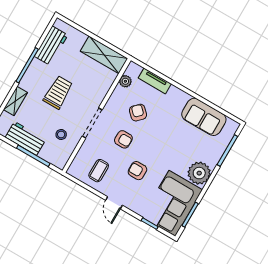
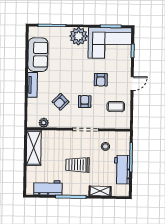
tv unit: (155, 81) -> (32, 85), moved

